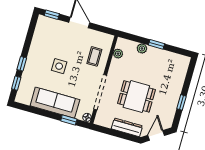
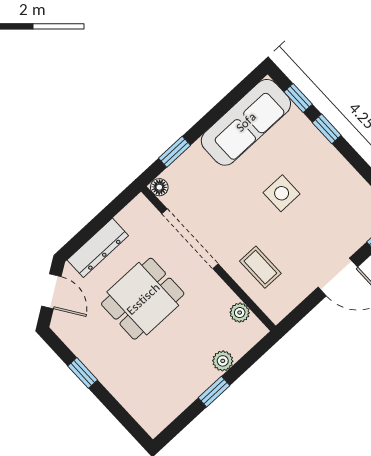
sofa: (55, 103) -> (246, 122), moved

